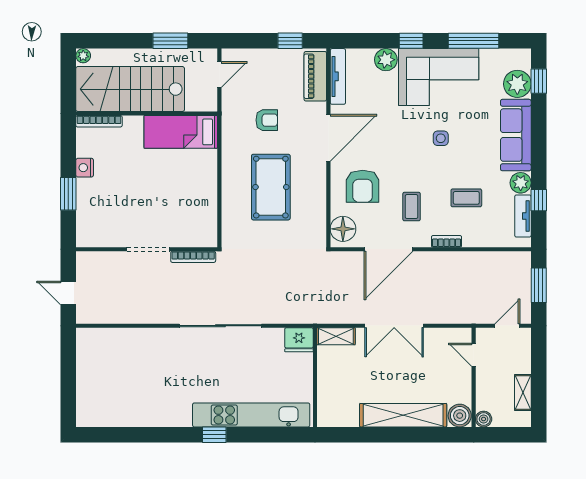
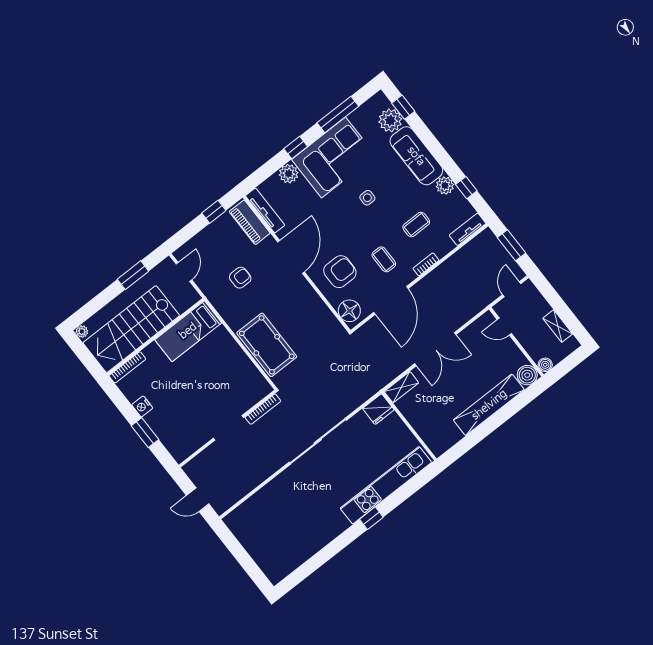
armchair: (363, 186) -> (340, 272), turned -90
pool table: (271, 187) -> (267, 345), moved
tv unit: (523, 216) -> (468, 229), moved, turned 90

